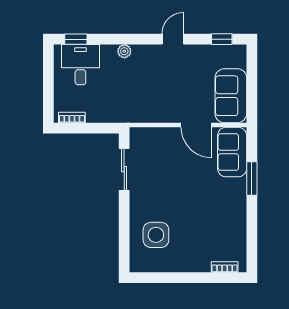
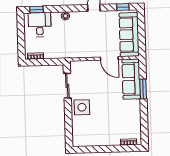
sofa: (231, 96) -> (129, 35), width x1.36
sofa: (232, 152) -> (131, 79), width x1.36
side table: (156, 235) -> (82, 107), moved

